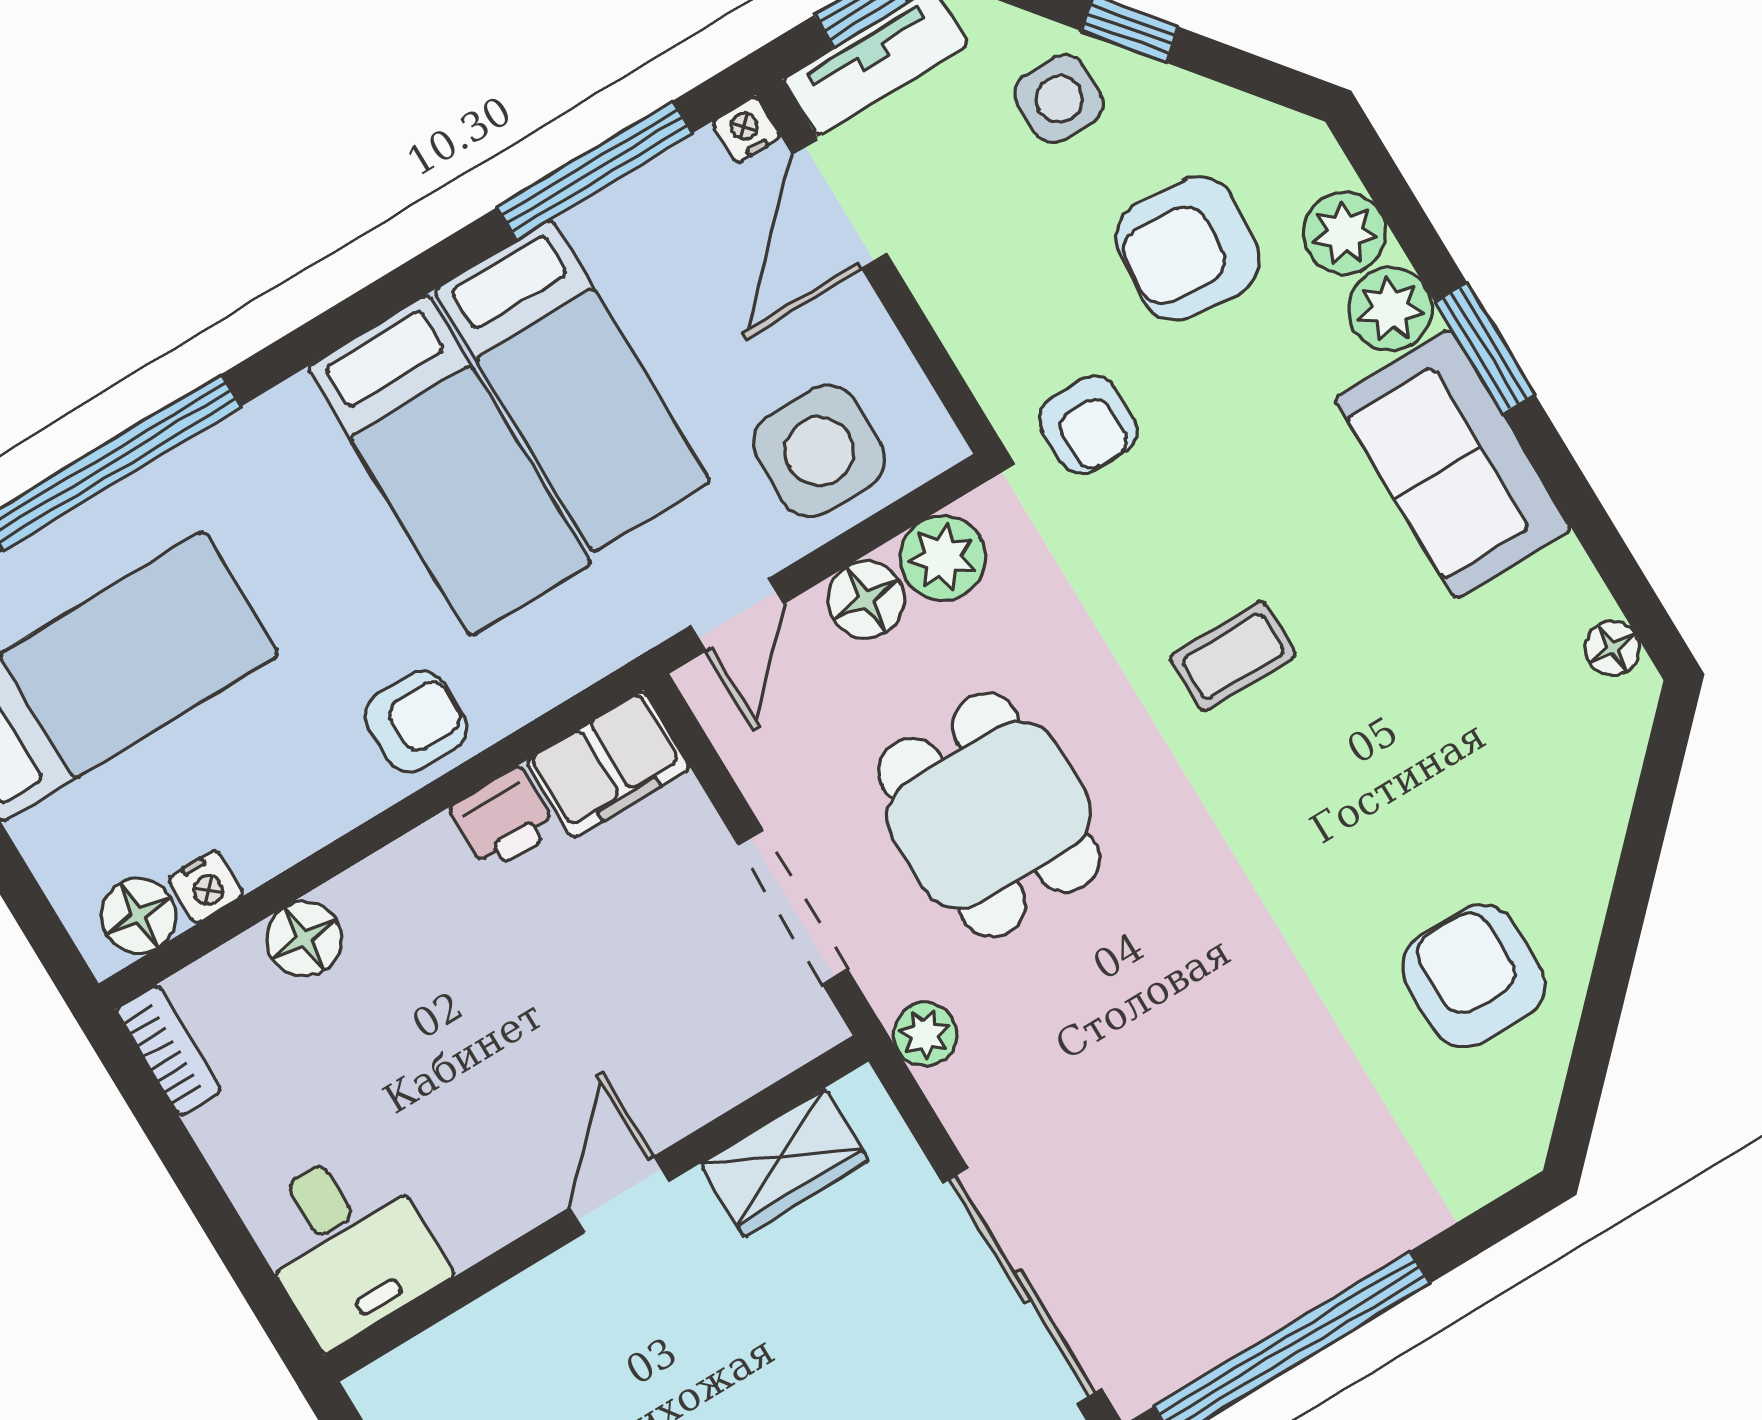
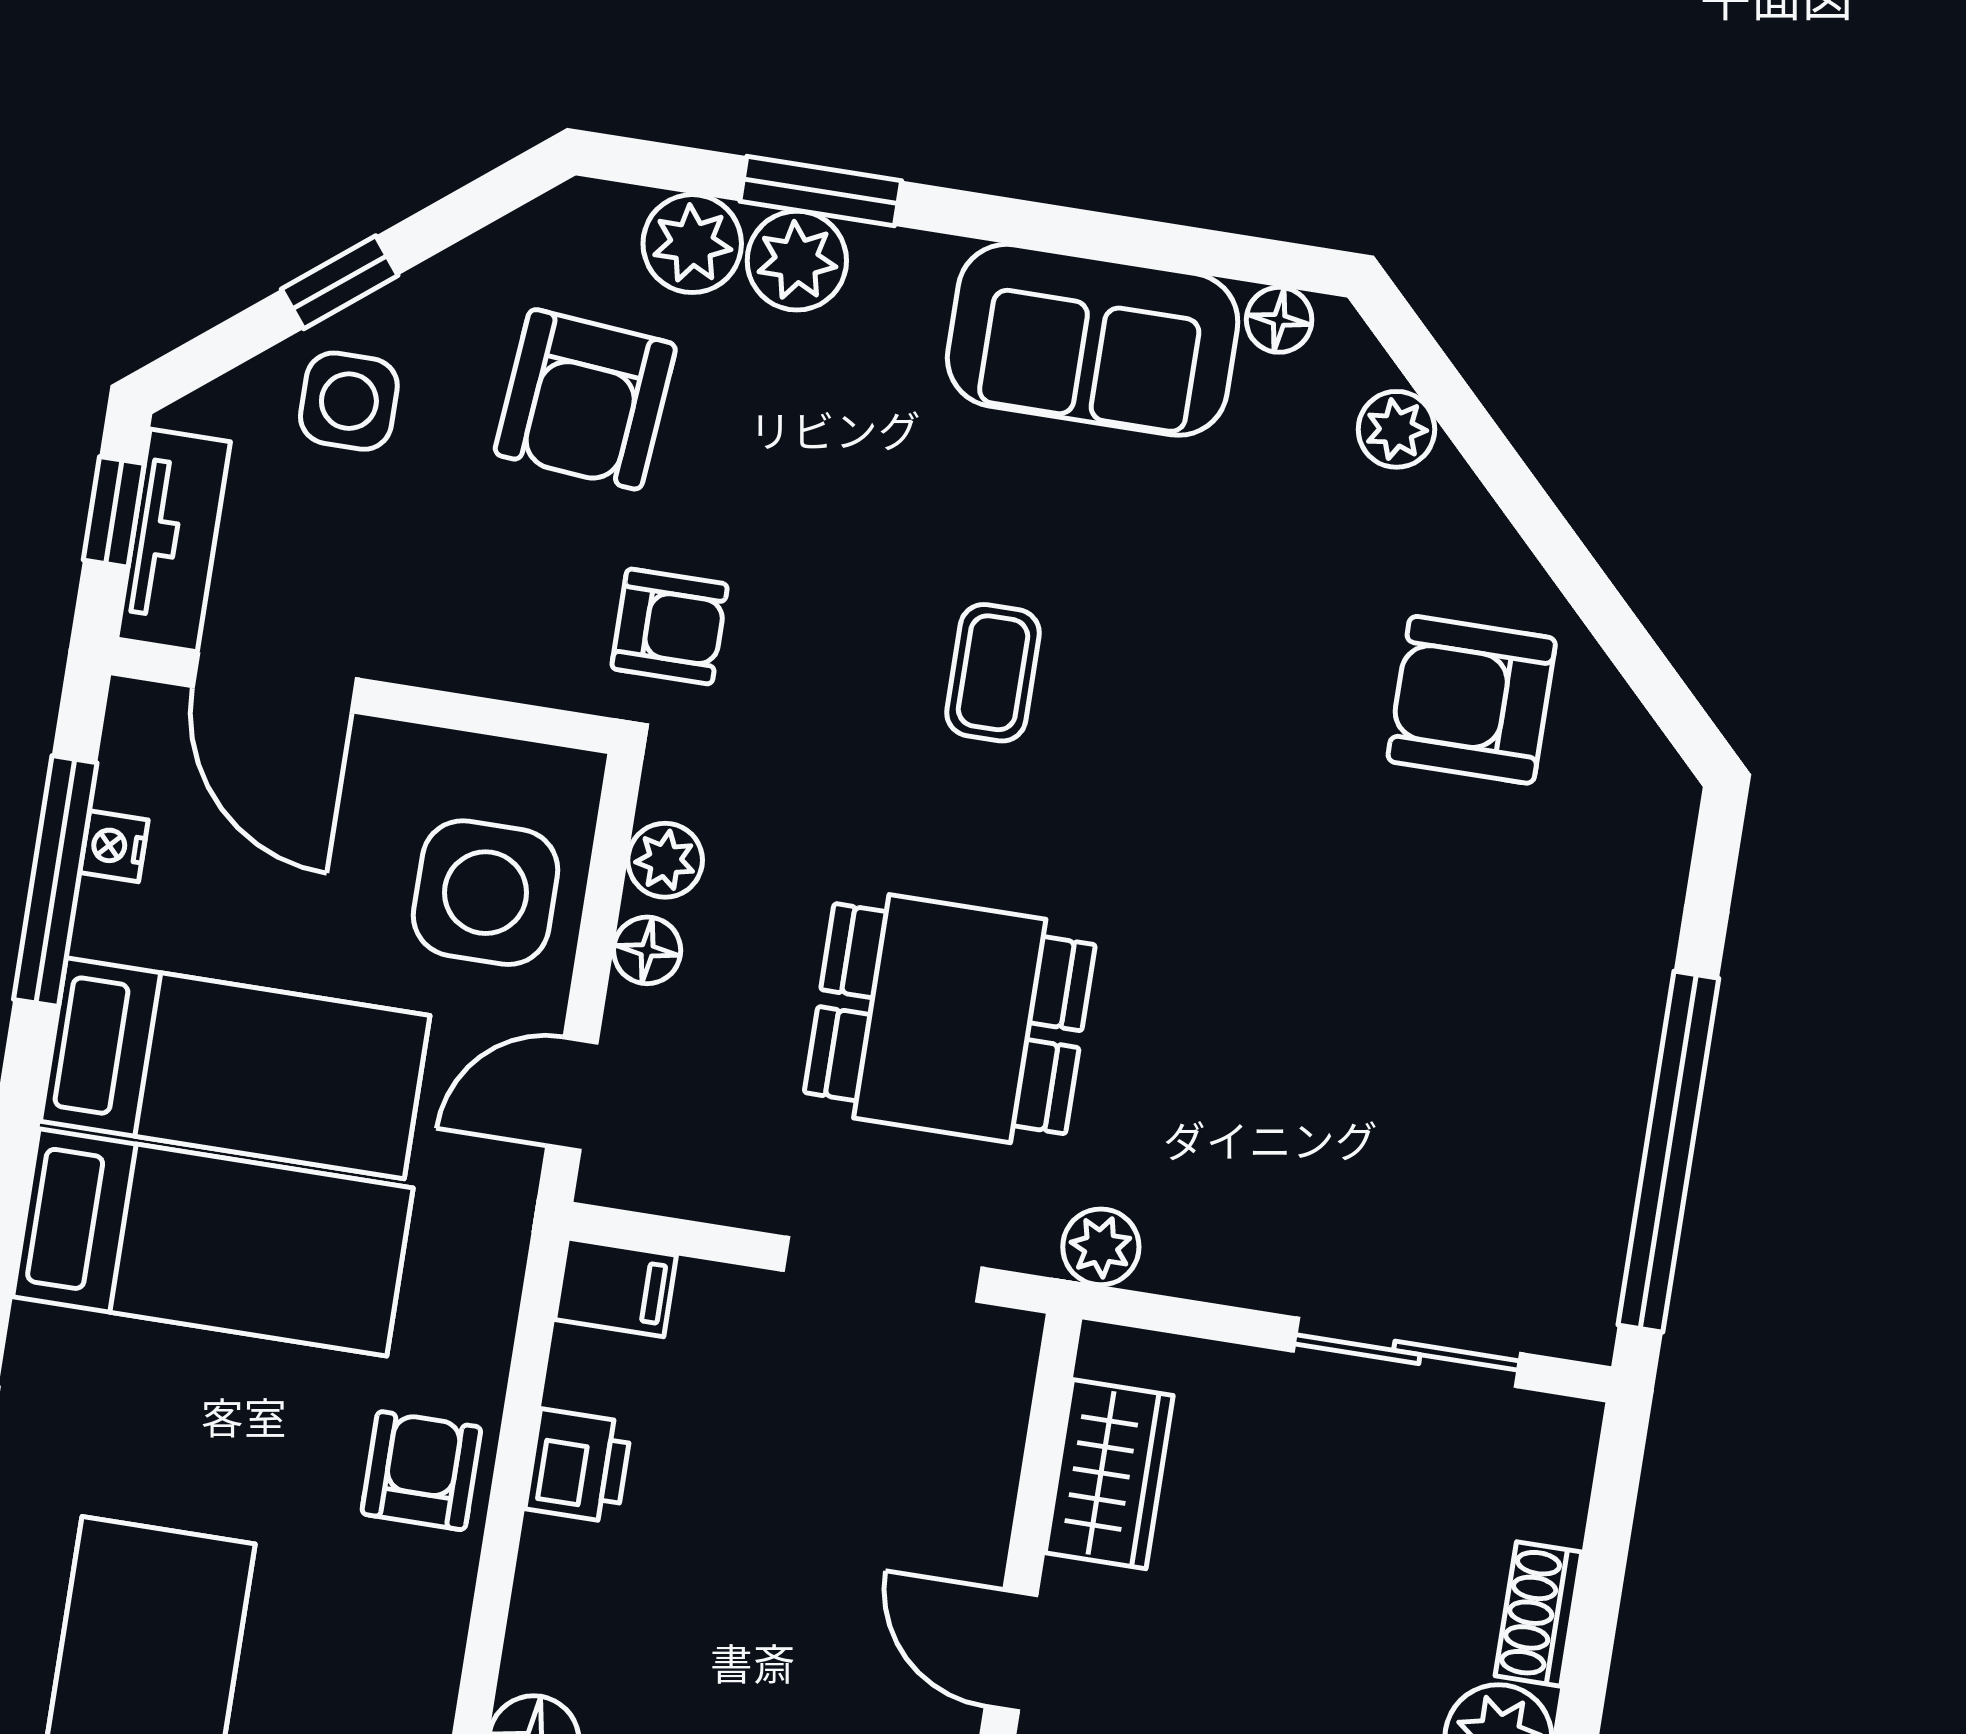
nightstand: (746, 130) -> (114, 846), moved
window: (1485, 349) -> (821, 191), moved
sofa: (1453, 464) -> (1093, 340), moved
plant: (943, 558) -> (665, 860), width x0.73, depth x0.73
floor lamp: (866, 599) -> (647, 950), width x0.73, depth x0.73
door: (737, 615) -> (572, 1094), swing flipped
filing cabinet: (608, 765) -> (616, 1287), width x0.50
plant: (1606, 782) -> (1396, 429), added
sliding door: (1023, 1286) -> (1407, 1352), width x0.73

